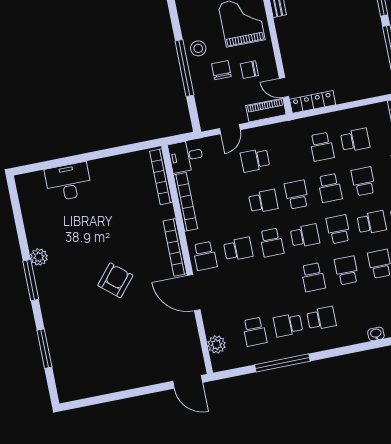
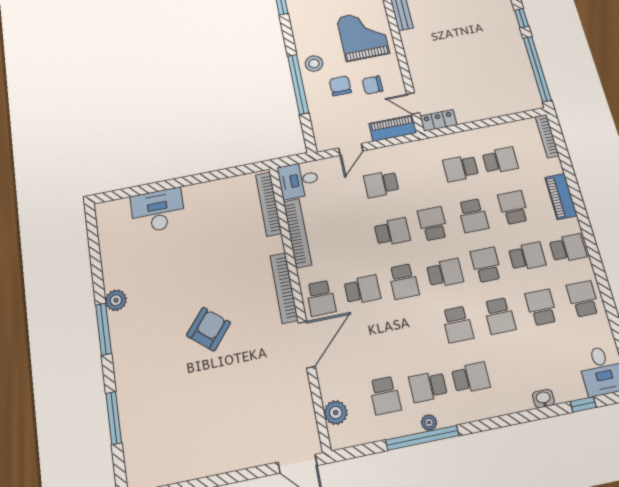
locker: (313, 102) -> (438, 120), width x0.66
school desk: (322, 147) -> (461, 168), turned 90
school desk: (347, 270) -> (500, 316), turned 180
door: (194, 293) -> (307, 345), swing flipped
plant: (288, 352) -> (429, 423), added

